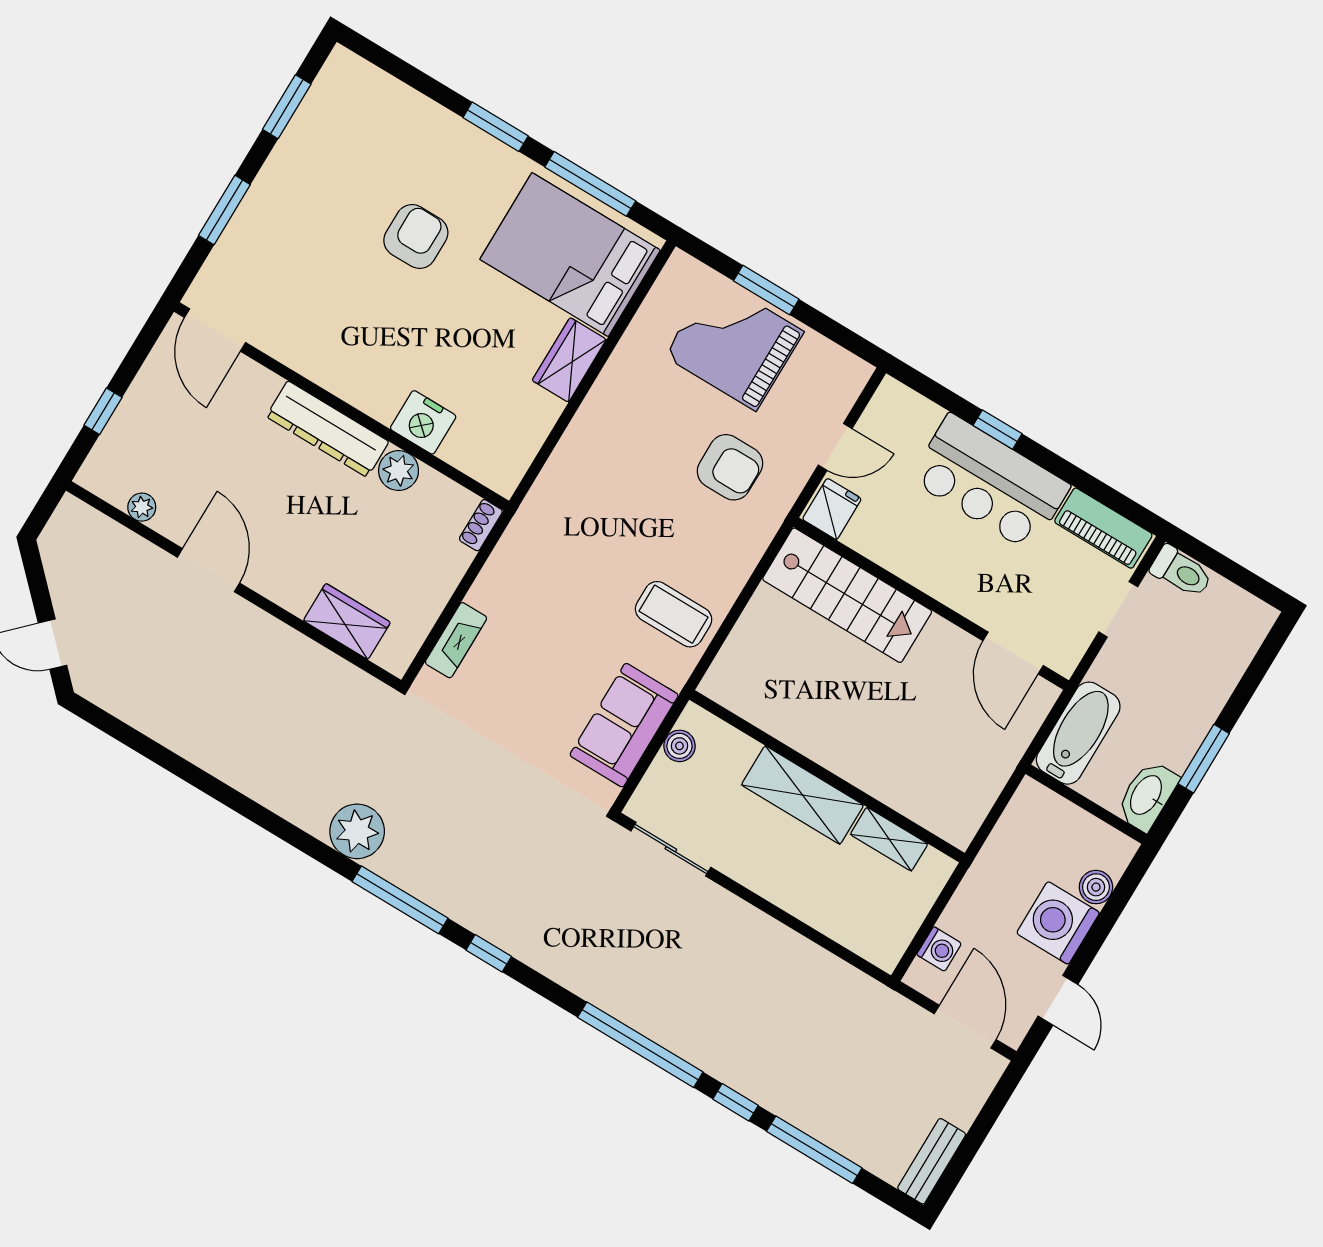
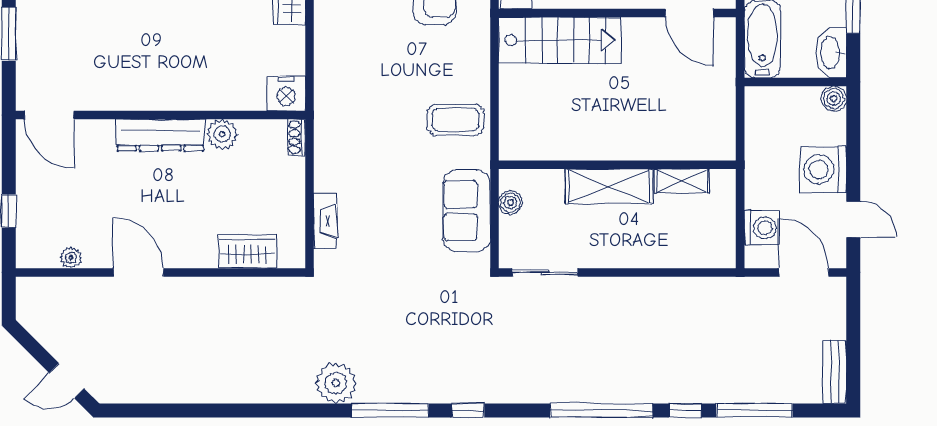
nightstand: (423, 422) -> (286, 94), moved
boiler: (1096, 887) -> (834, 99), moved
washing machine: (939, 949) -> (762, 228), width x1.38, depth x1.38

